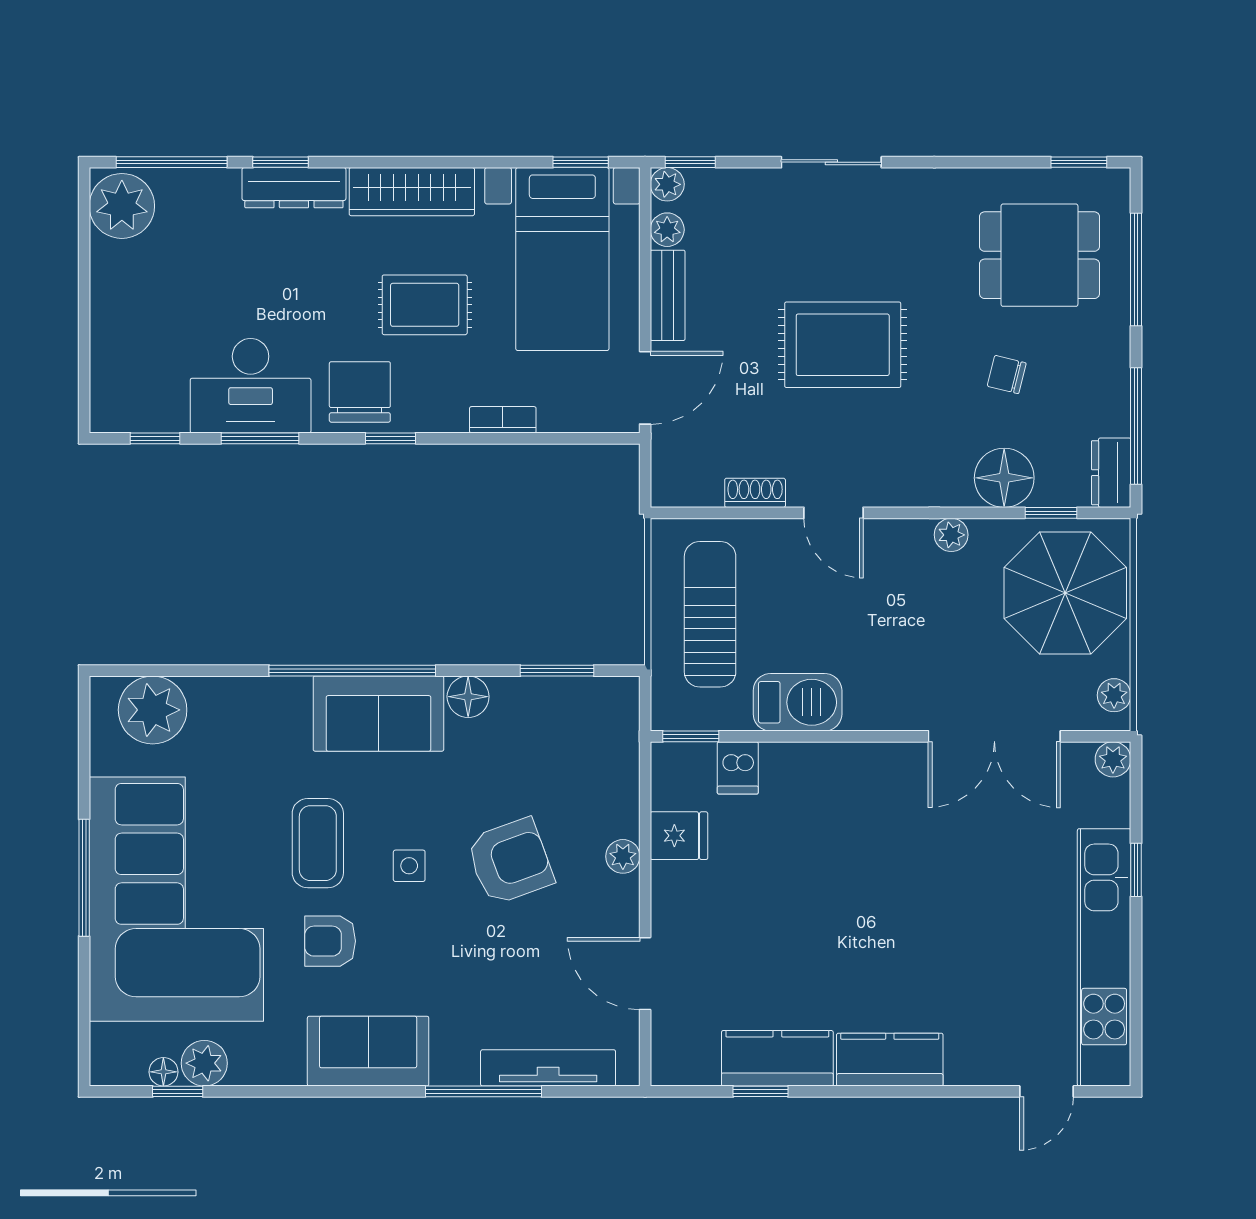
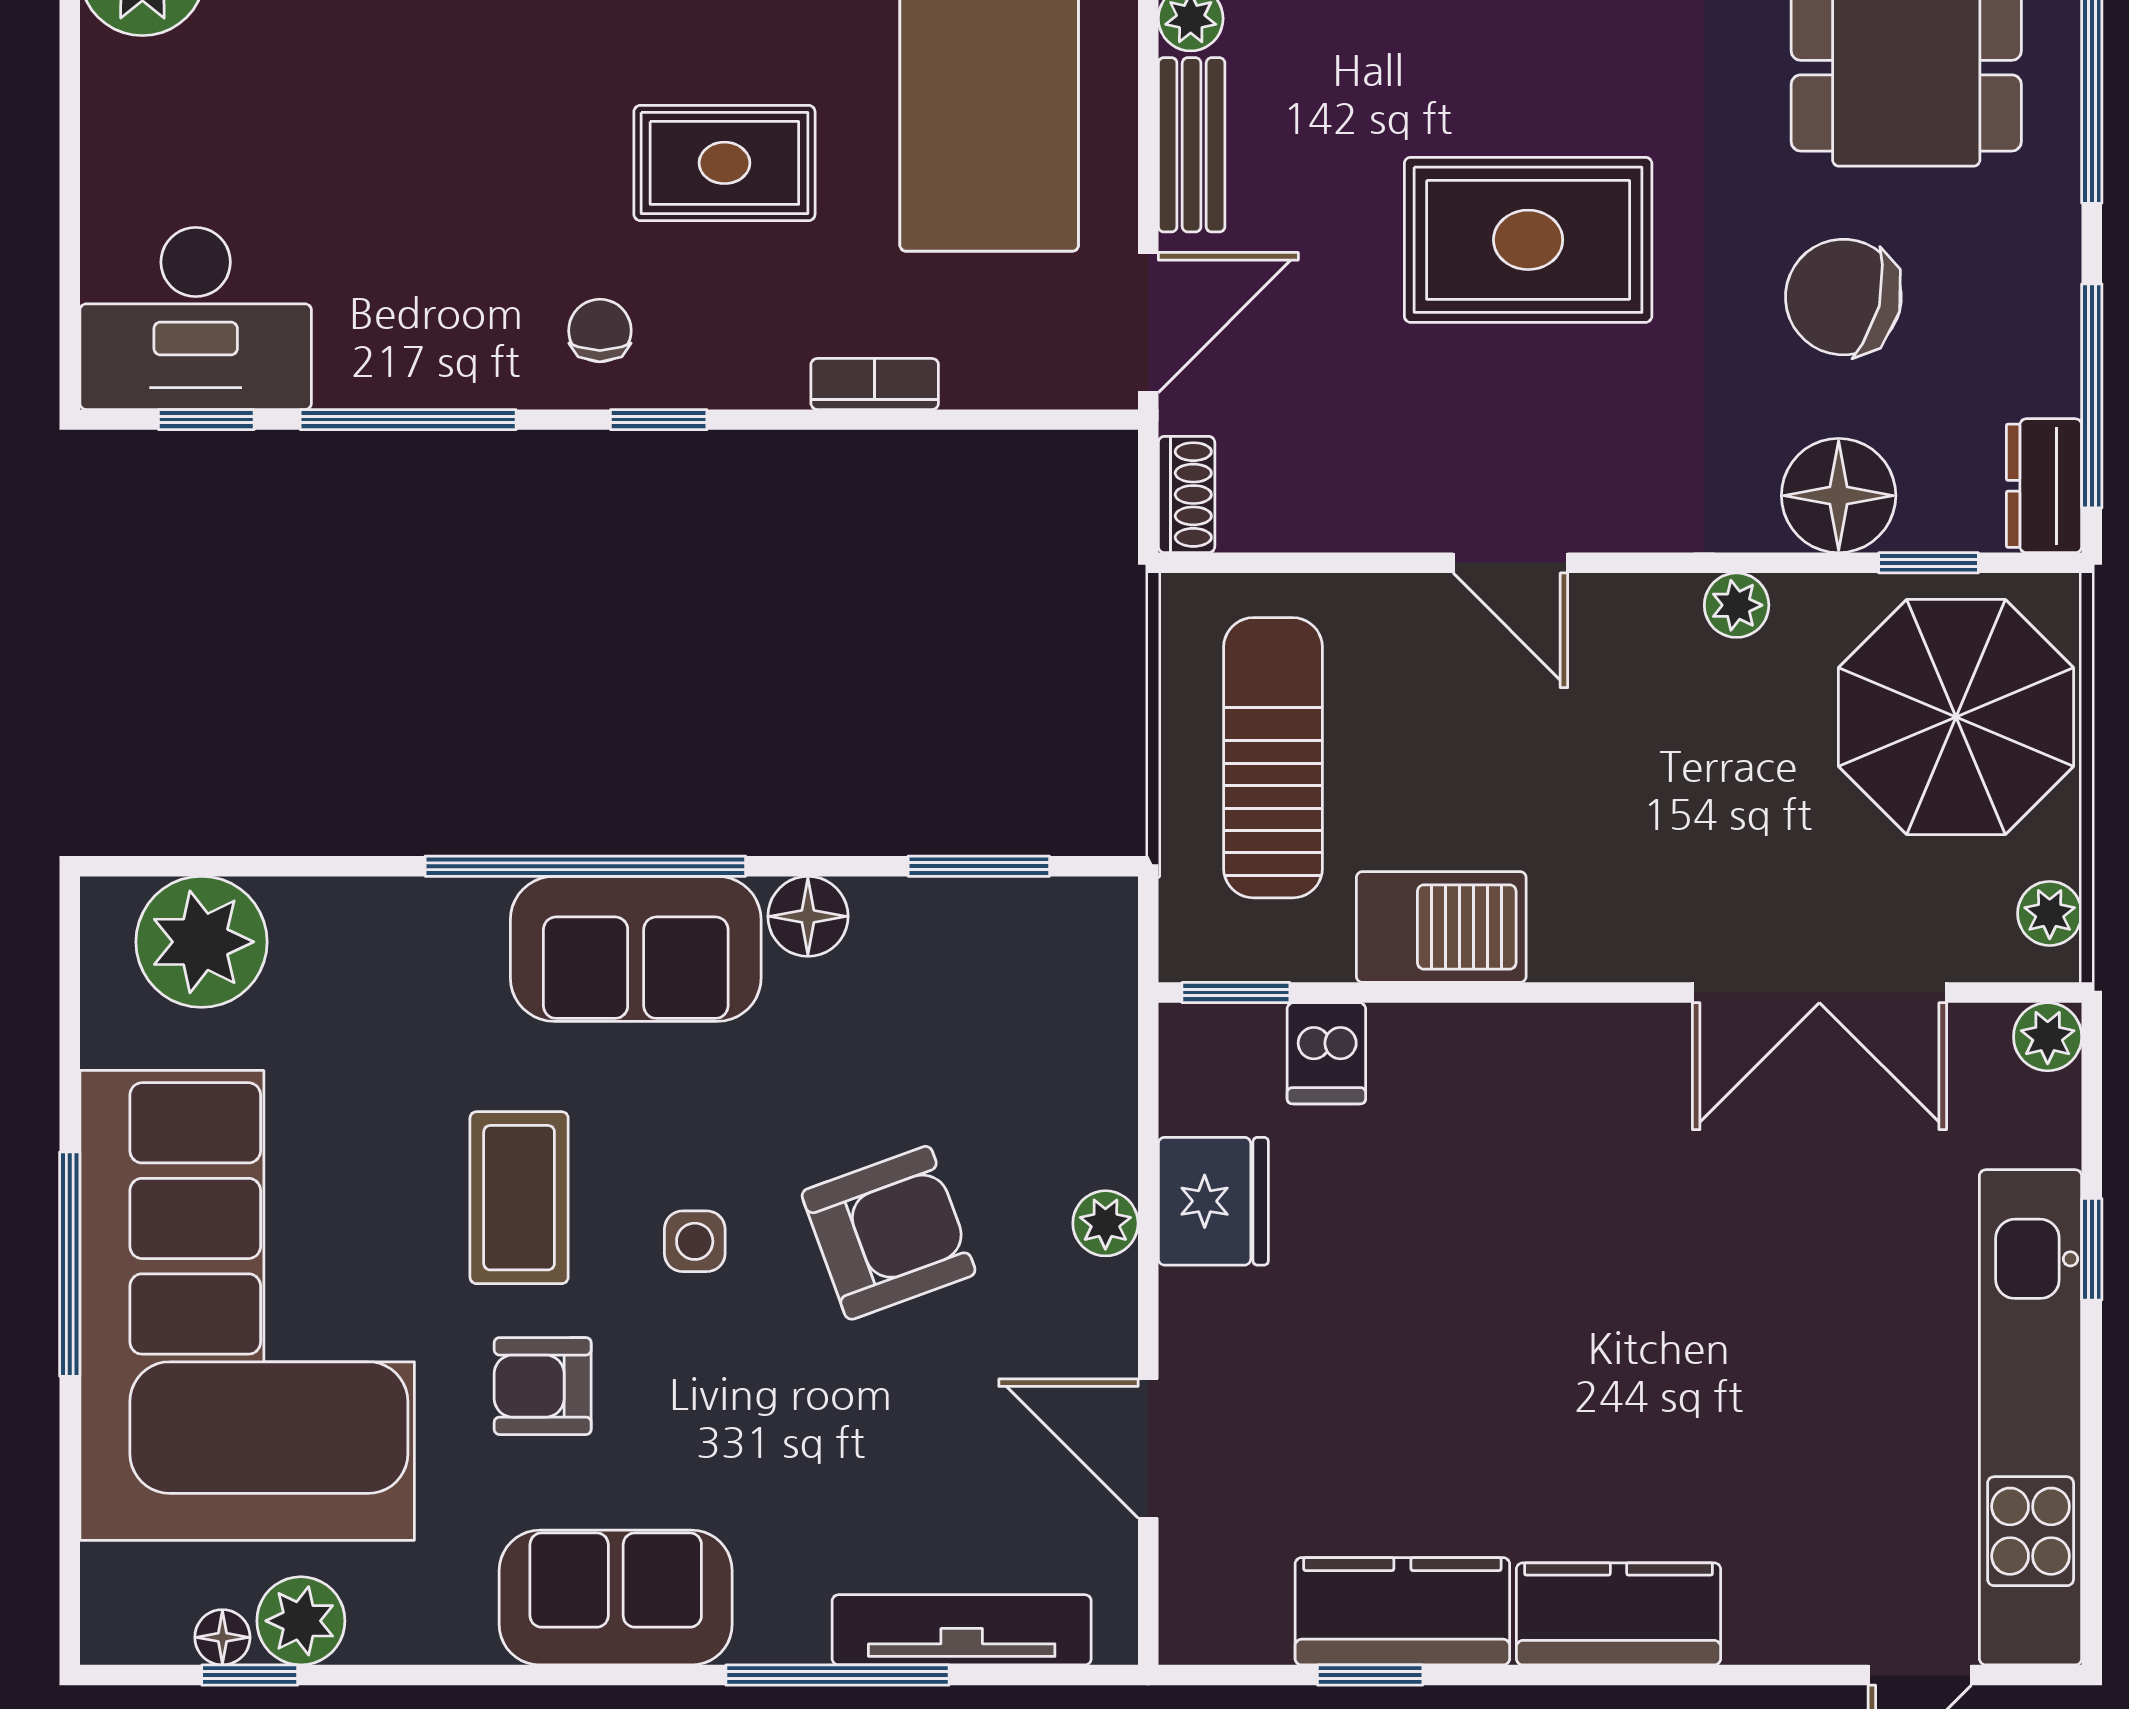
chair: (1007, 375) -> (1843, 297), width x1.87, depth x1.87
desk: (251, 386) -> (196, 318), moved
chair: (360, 392) -> (600, 331), width x0.54, depth x0.54
window: (260, 438) -> (408, 420), width x1.44
shoe rack: (755, 493) -> (1187, 495), moved, turned 90
fridge: (679, 836) -> (1213, 1201), width x1.38

